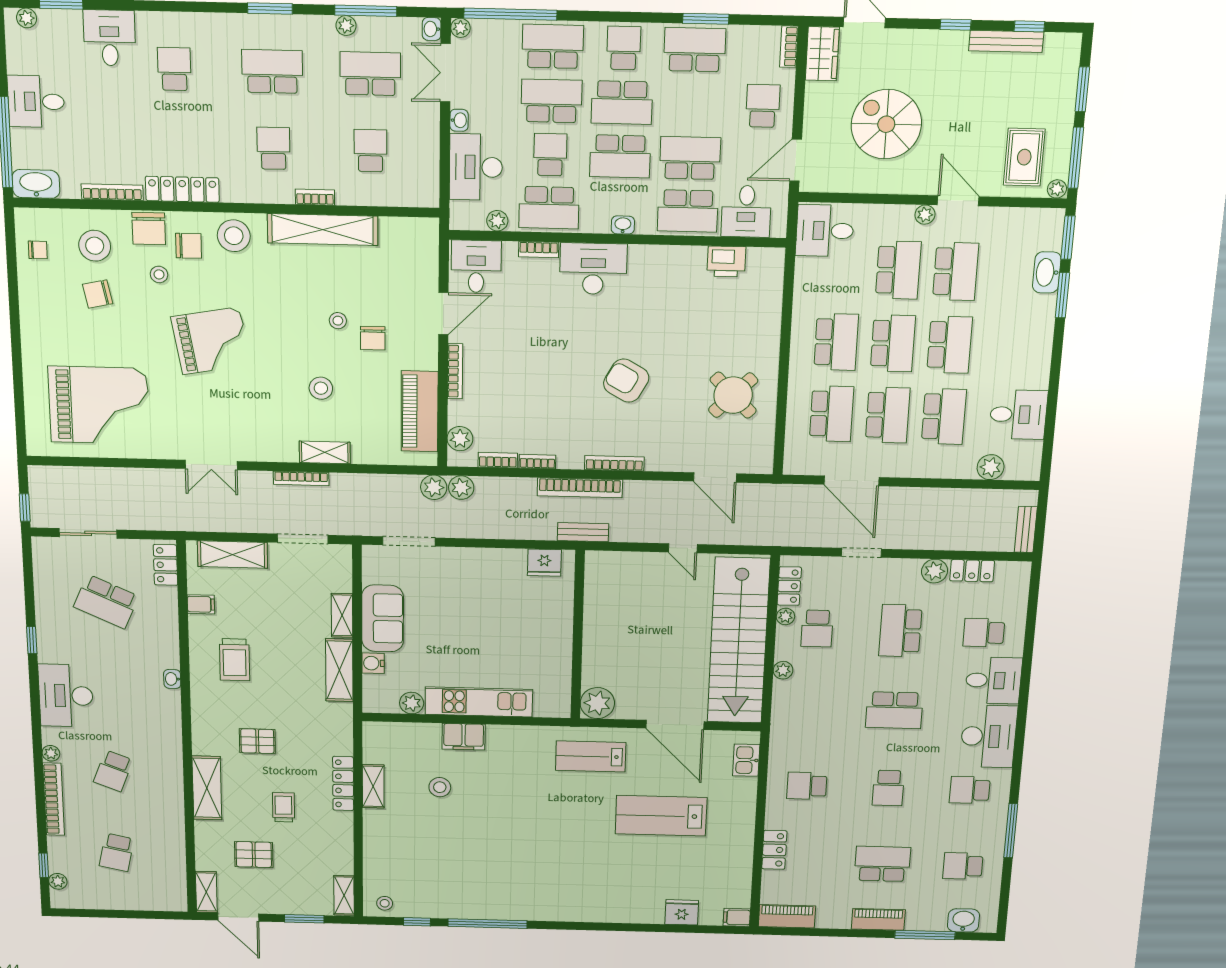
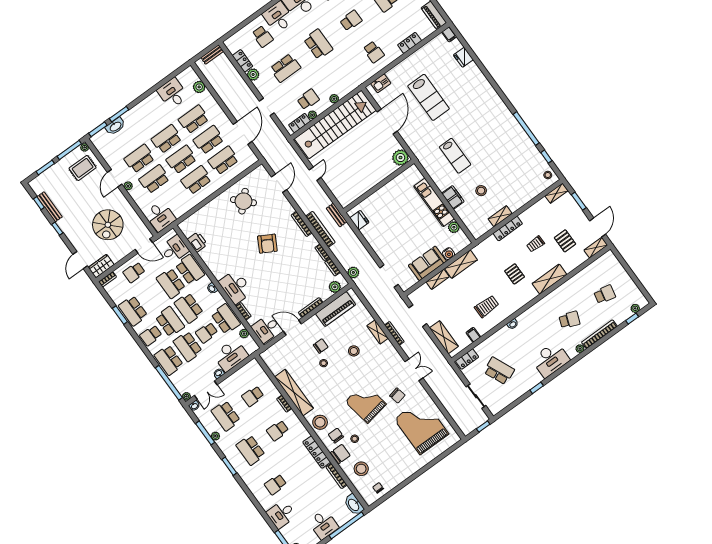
school desk: (620, 156) -> (189, 308), turned 180
chair: (98, 294) -> (397, 396), moved
plant: (434, 487) -> (361, 283), removed
school desk: (106, 602) -> (499, 371), turned -48
lab bench: (591, 756) -> (455, 156), moved

